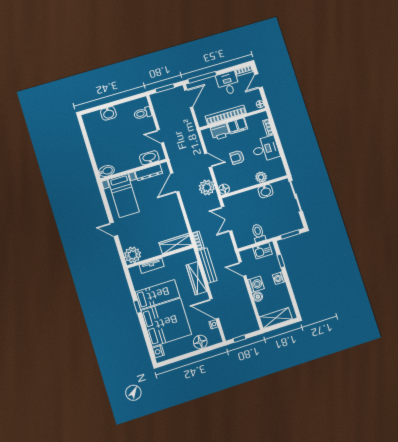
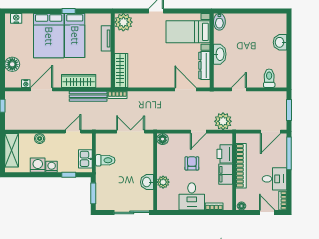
door: (189, 98) -> (270, 132), hinge flipped
washbasin: (149, 158) -> (220, 54), moved
plant: (207, 187) -> (223, 121), moved
washing machine: (256, 284) -> (38, 165), moved, turned 180
bed: (166, 322) -> (49, 36), width x0.73

